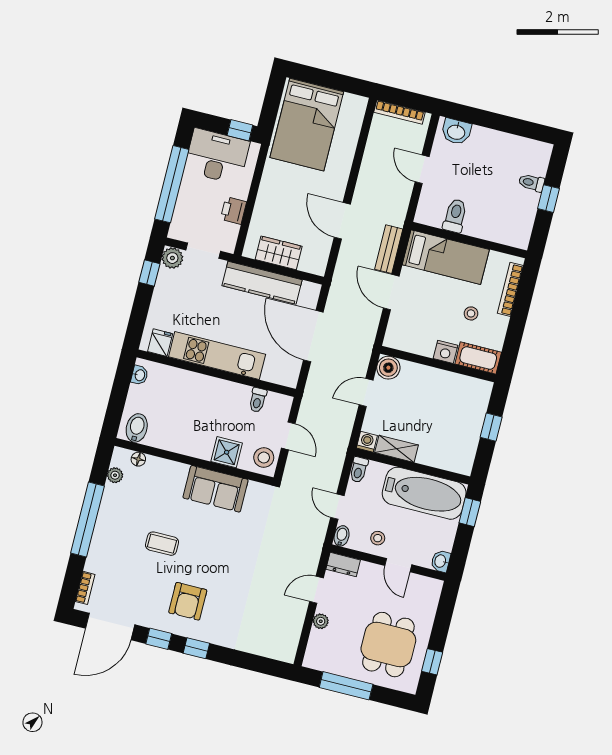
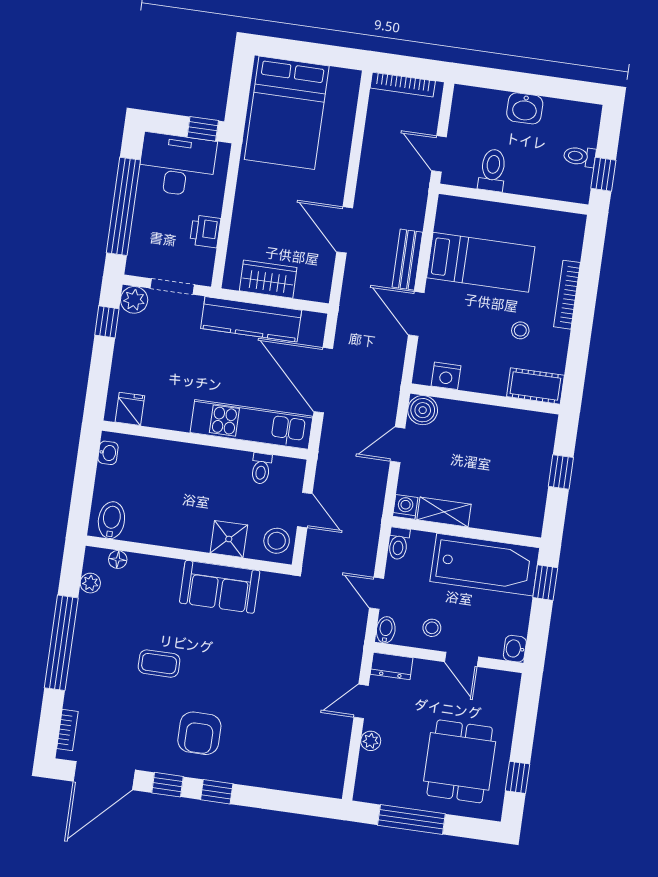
washbasin: (456, 132) -> (525, 108), moved
toilet: (455, 216) -> (493, 170), moved
wall: (469, 240) -> (514, 199), moved
nightstand: (446, 352) -> (446, 376), moved
kitchen unit: (217, 356) -> (252, 424), moved

